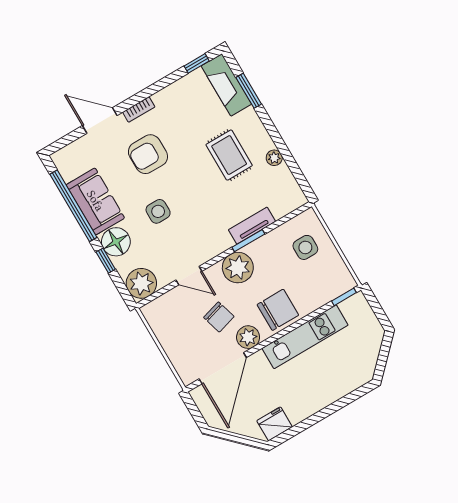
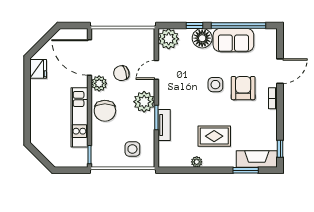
side table: (158, 211) -> (215, 85), moved

